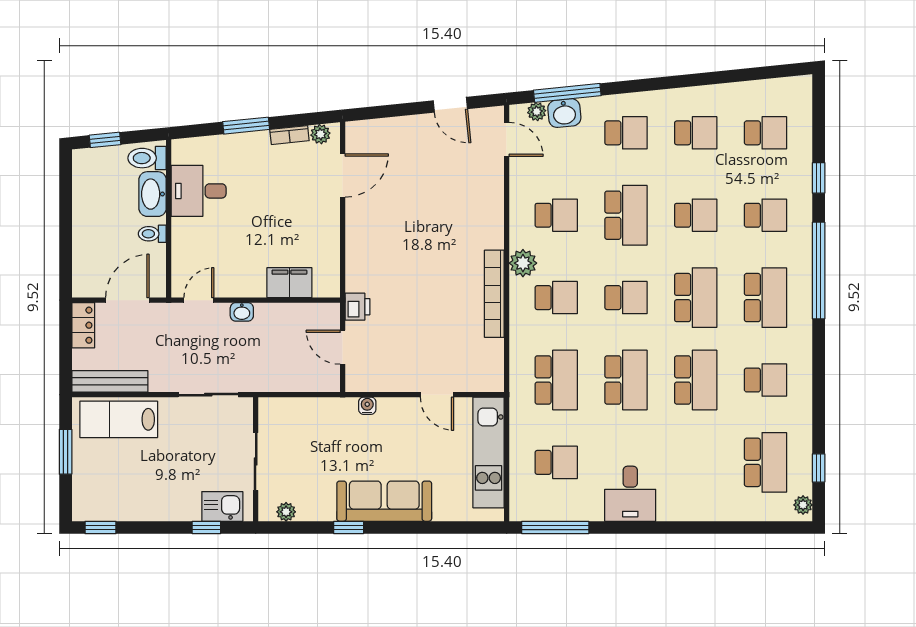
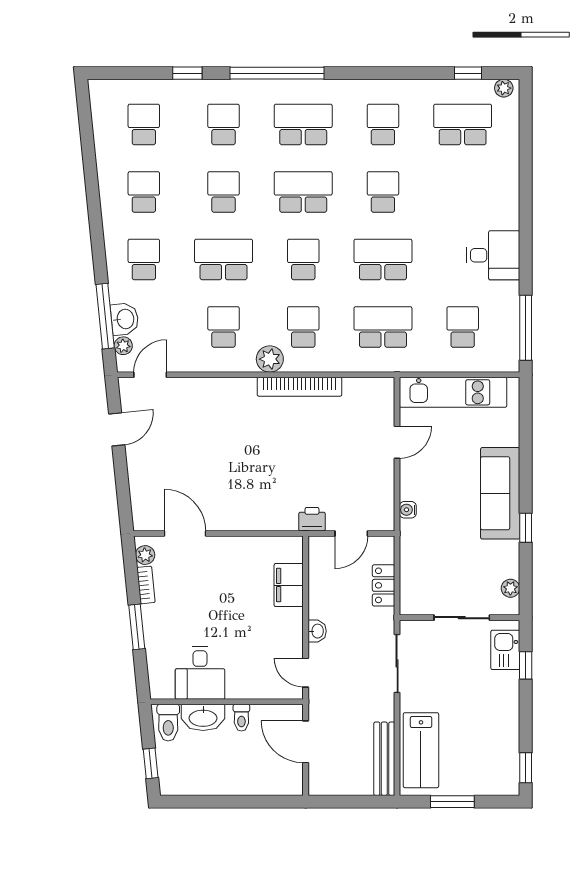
locker: (83, 325) -> (384, 585), moved, turned -90
school desk: (696, 380) -> (383, 192), width x0.54

